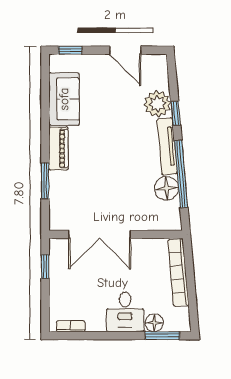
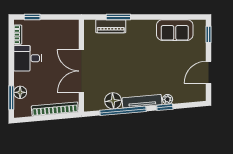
plant: (157, 104) -> (168, 99), width x0.53, depth x0.53
piano: (58, 149) -> (111, 26), moved
double door: (100, 234) -> (81, 71), moved
window: (45, 267) -> (32, 17), moved
desk: (125, 312) -> (28, 58), moved

